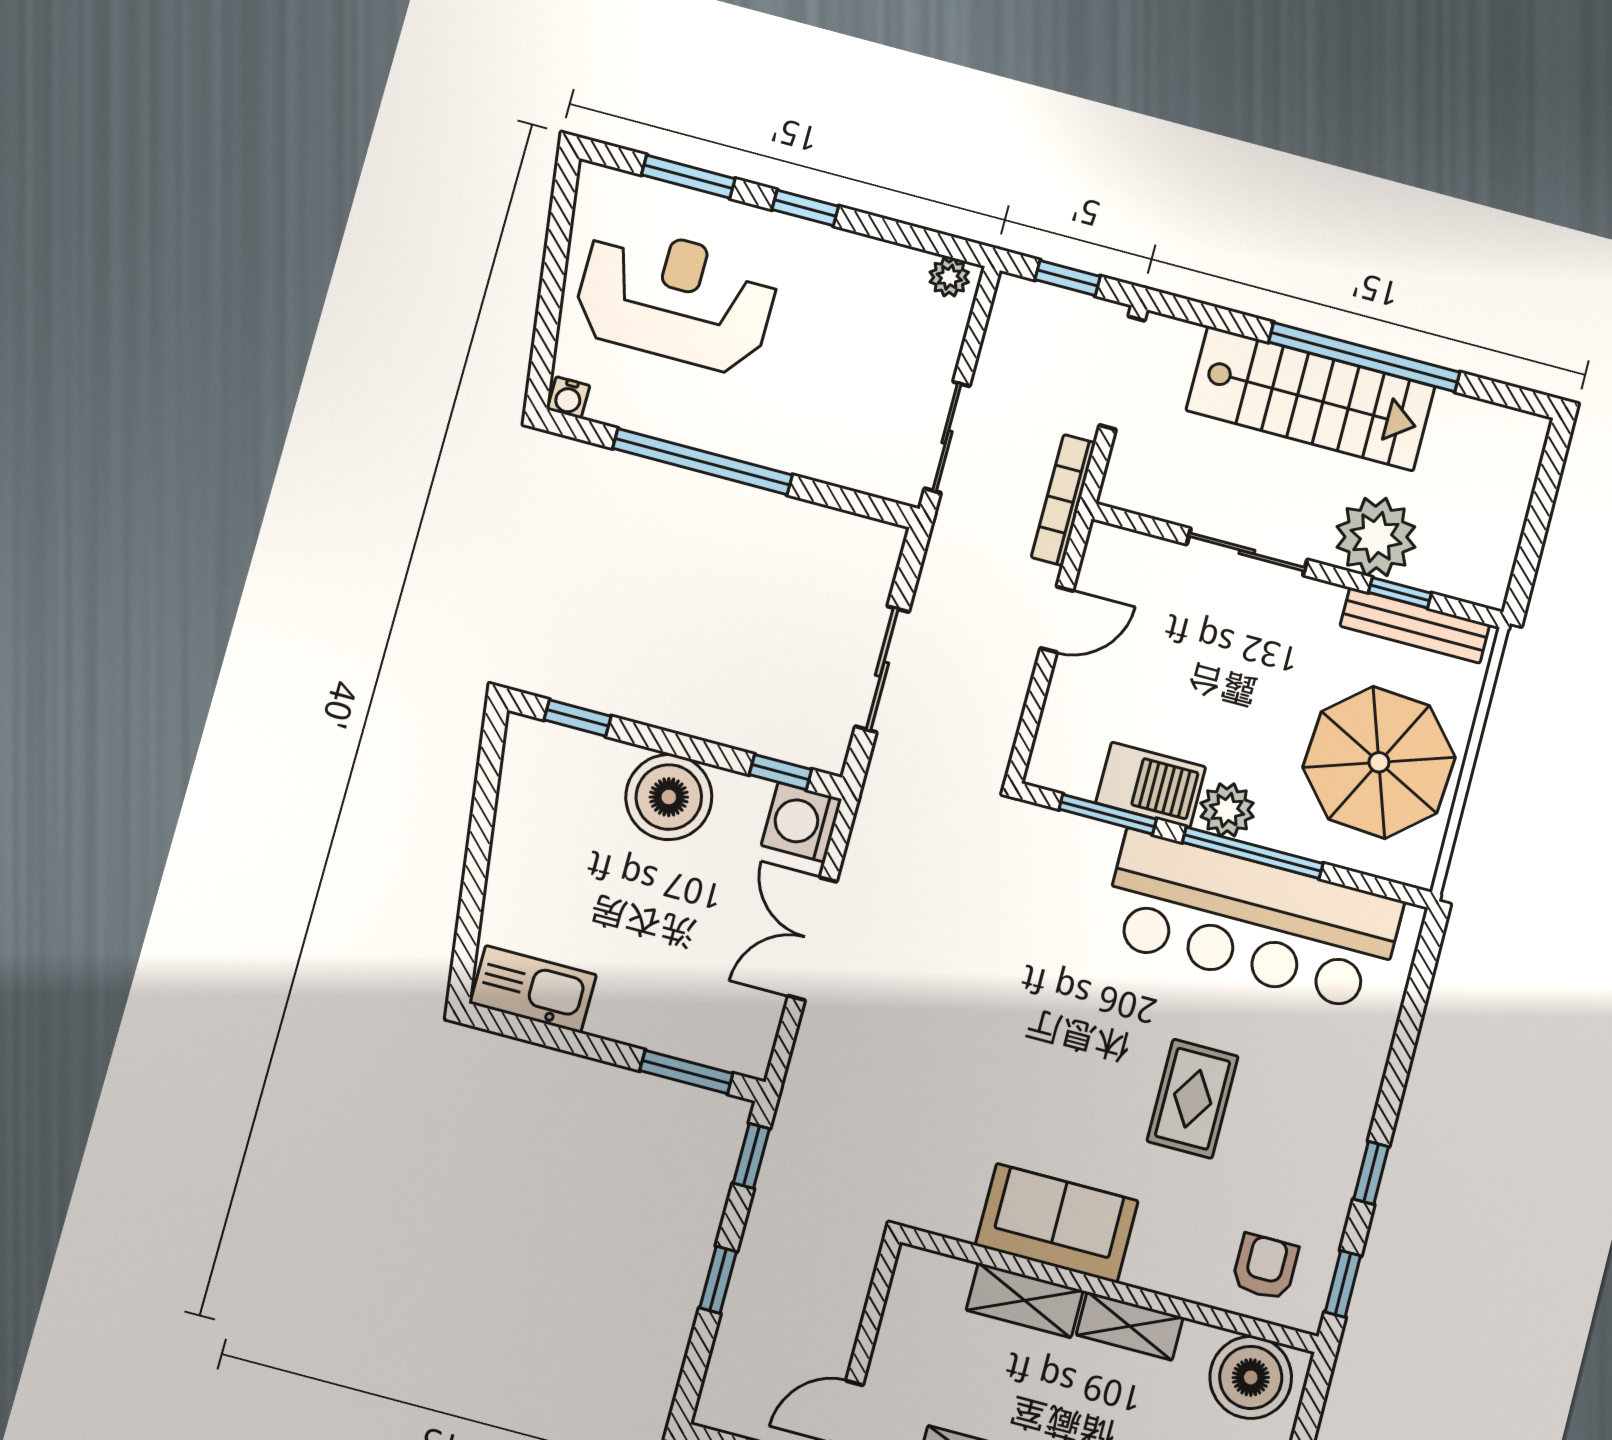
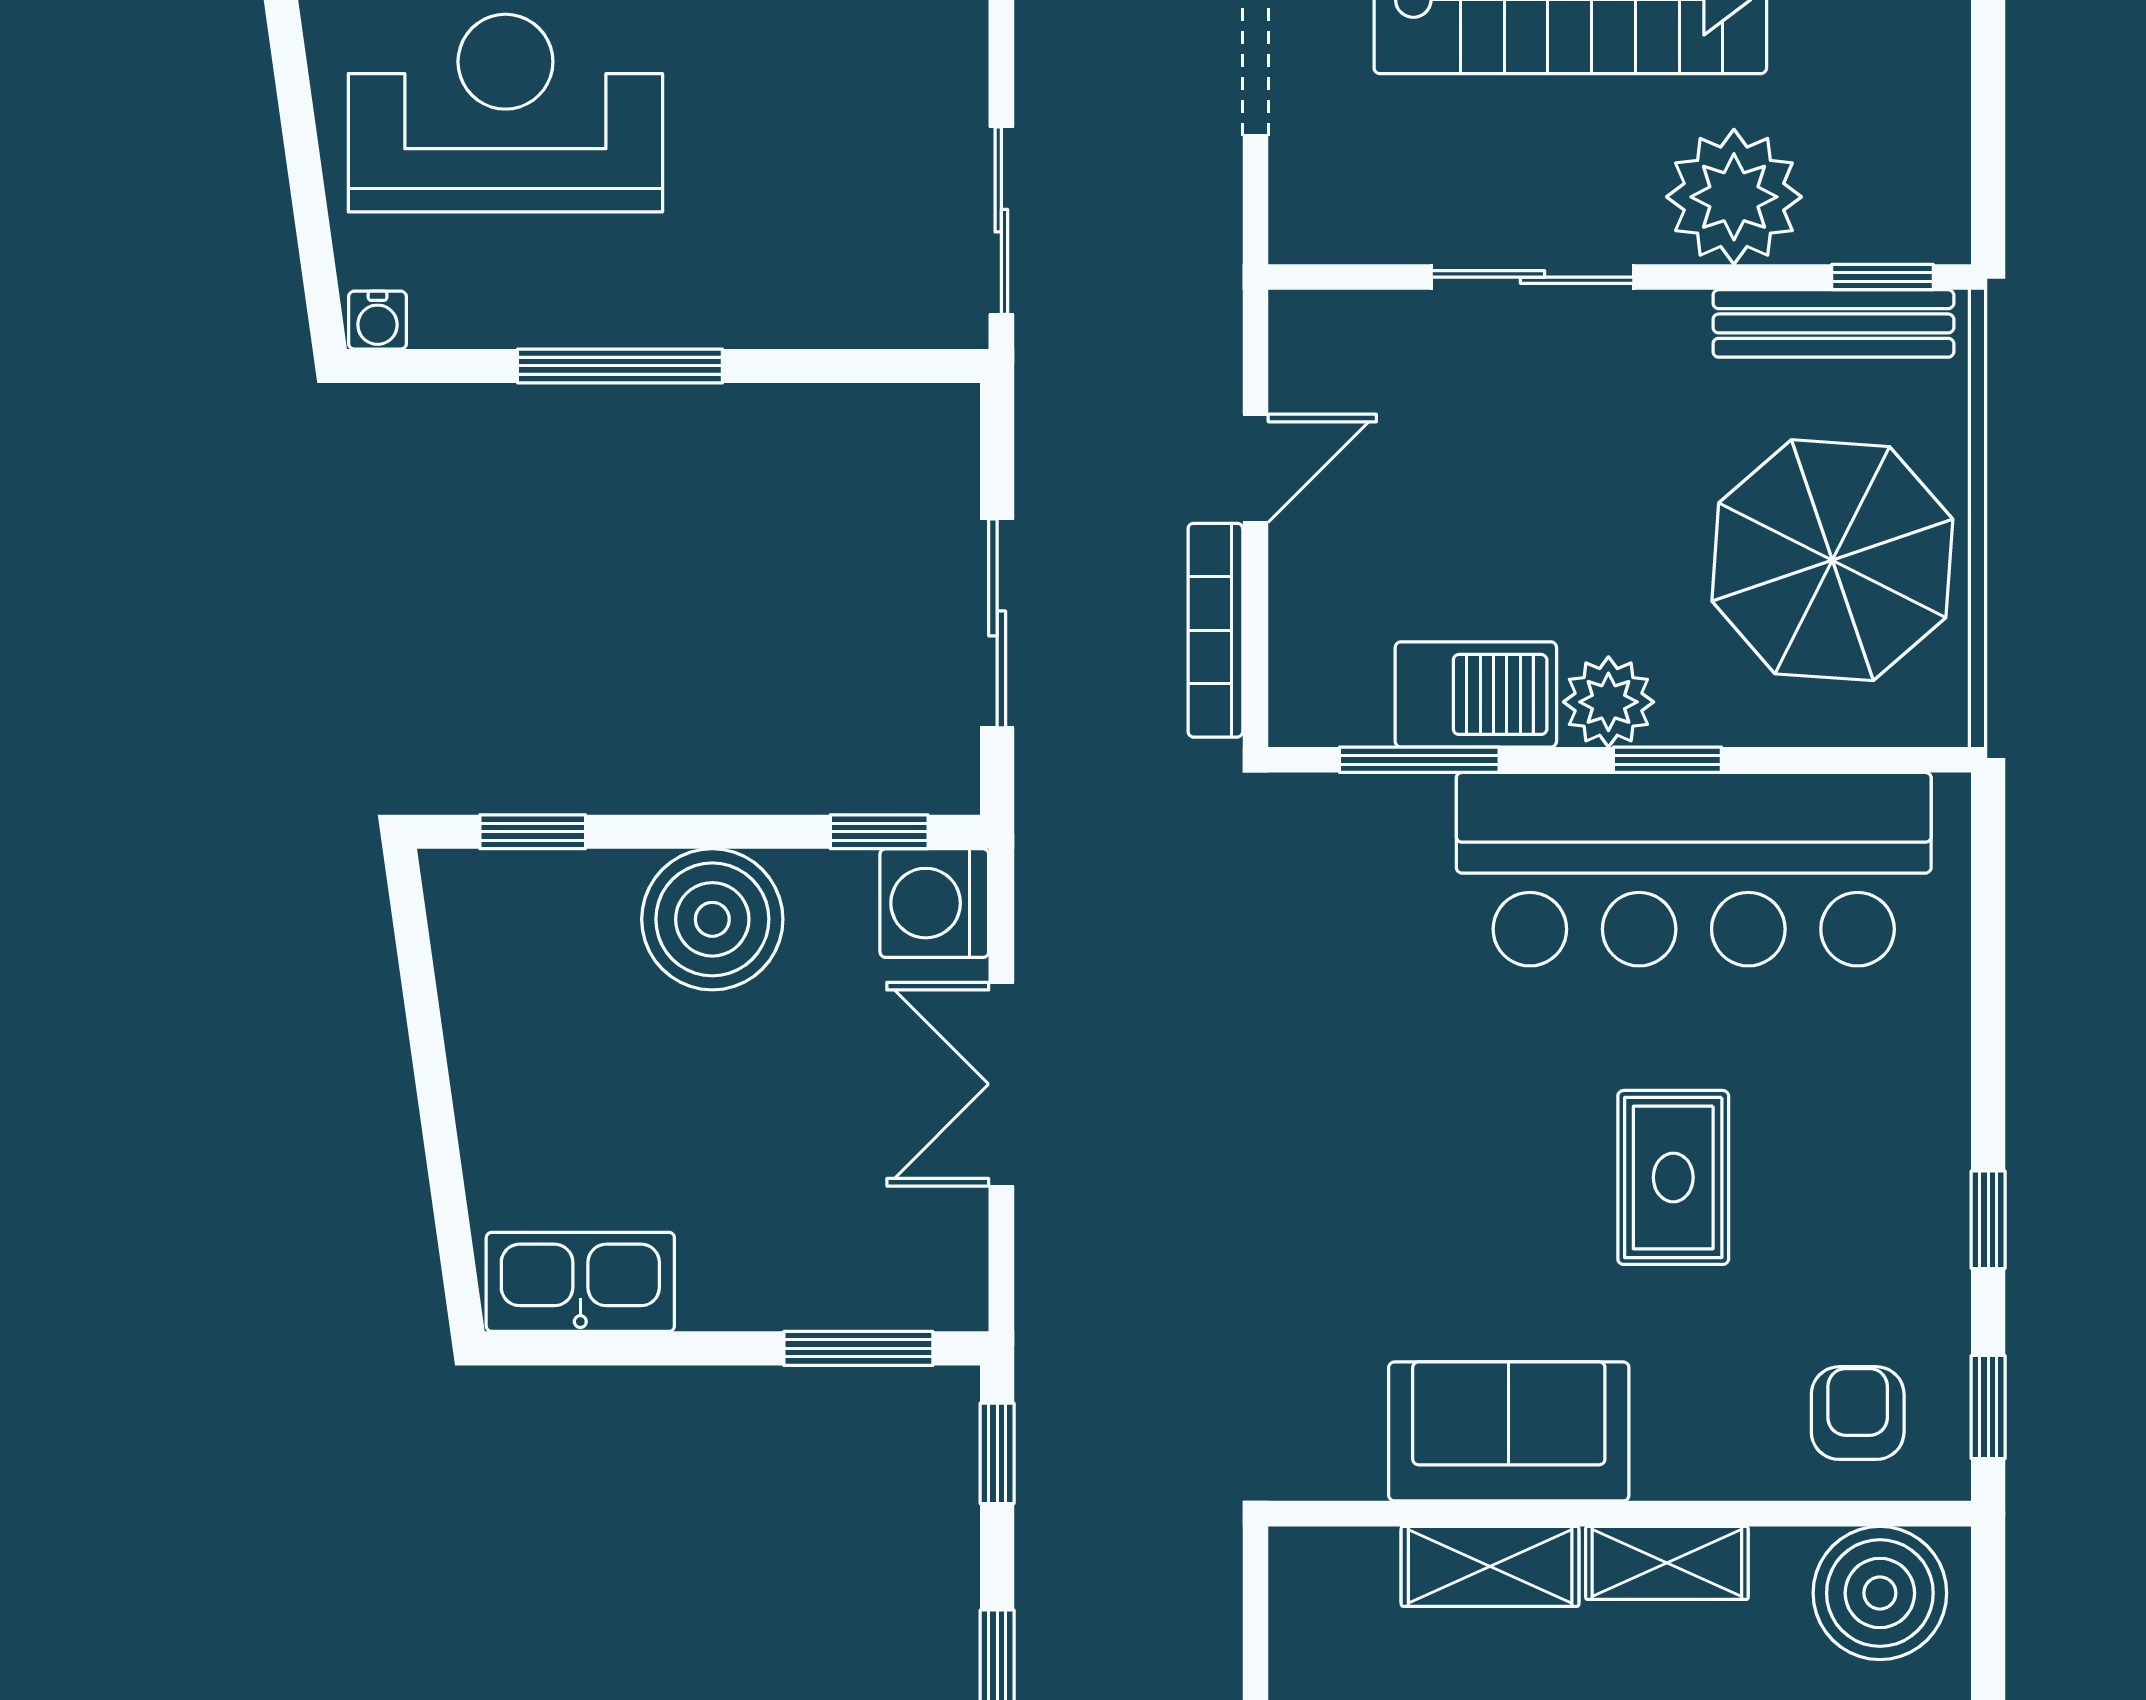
window: (702, 462) -> (620, 366), width x0.68
bookcase: (1063, 500) -> (1215, 630), moved
window: (1400, 593) -> (1883, 277), moved
window: (1253, 853) -> (1667, 760), width x0.46

